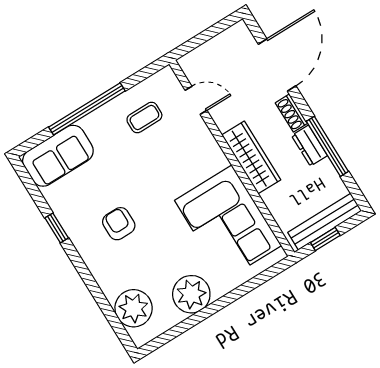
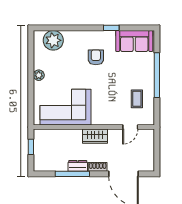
sofa: (58, 156) -> (134, 41), moved, turned -90
wardrobe: (251, 157) -> (95, 136), width x0.67
bench: (325, 222) -> (39, 151), removed
armchair: (119, 224) -> (96, 57), turned -90
plant: (191, 294) -> (39, 75), width x0.53, depth x0.53

